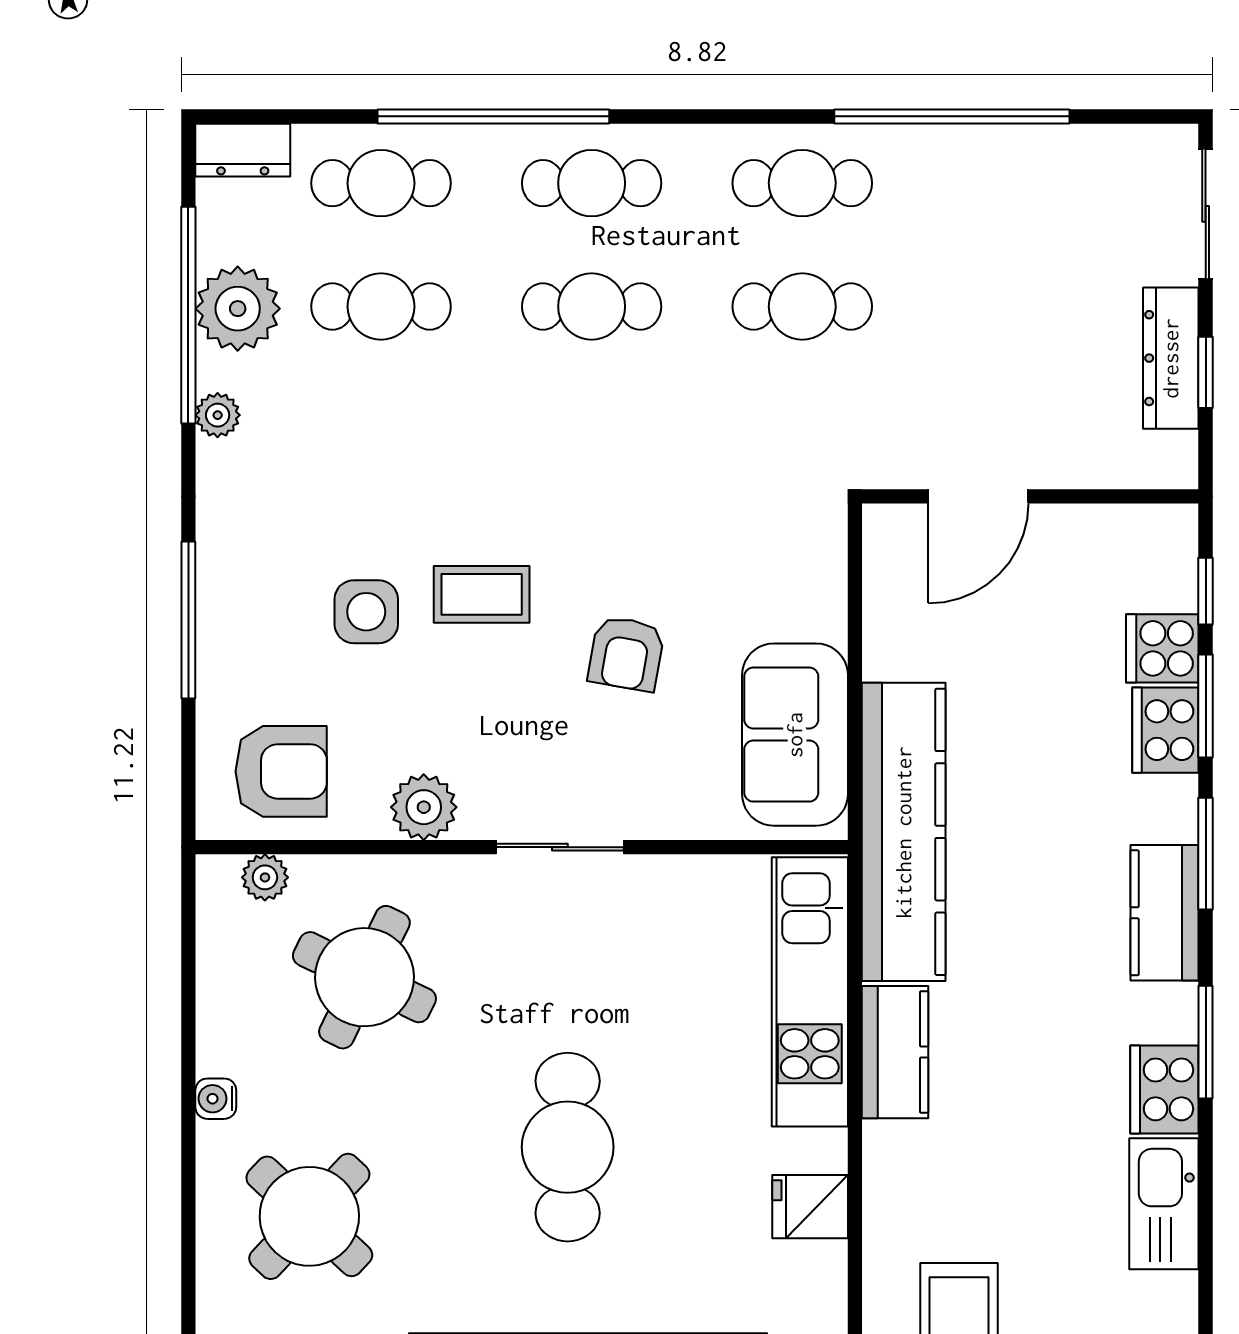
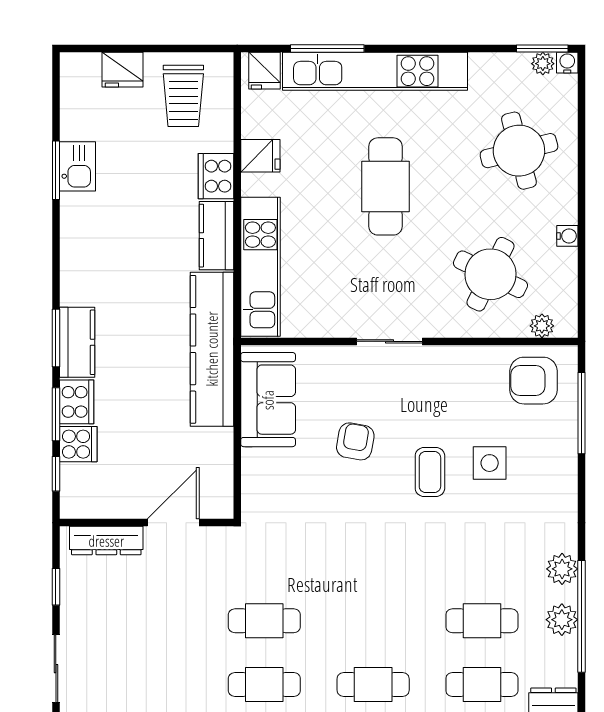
cafe table: (592, 306) -> (373, 621), removed
plant: (238, 309) -> (562, 620), width x0.73, depth x0.73
dresser: (1171, 358) -> (106, 541), moved, turned 90
plant: (218, 415) -> (562, 569), width x1.38, depth x1.38
coffee table: (482, 594) -> (430, 472), turned 90
window: (188, 620) -> (581, 413), moved
plant: (424, 807) -> (460, 362), removed
kitchen counter: (1165, 913) -> (77, 342), moved
window: (1206, 1042) -> (56, 170), moved
cooker: (1164, 1089) -> (216, 176), moved, turned 180
water cooler: (216, 1099) -> (567, 236), moved
kitchen sink: (1164, 1204) -> (77, 166), width x0.73
round table: (309, 1216) -> (519, 151), turned 33

